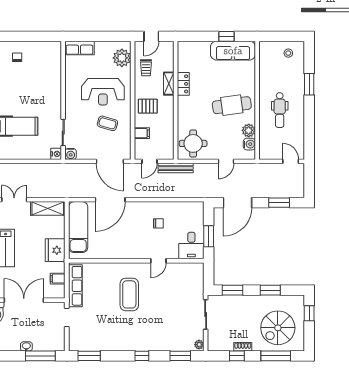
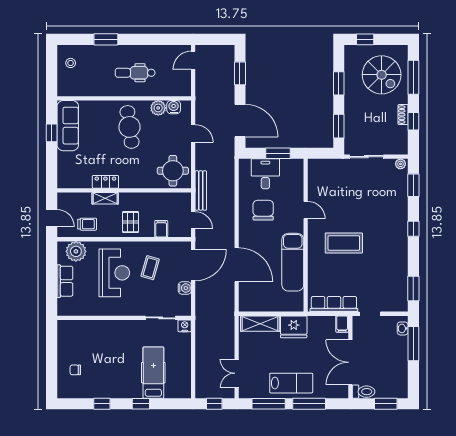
row of seats: (79, 48) -> (65, 281), moved
dental chair: (280, 110) -> (135, 73), turned 180
water cooler: (71, 154) -> (185, 288), moved
shelving: (48, 208) -> (260, 324), moved, turned 90
chair: (158, 223) -> (263, 210), width x1.87, depth x1.87
exam couch: (78, 227) -> (293, 262), moved, turned -90
desk: (191, 246) -> (265, 174), moved, turned -90
filing cabinet: (58, 279) -> (342, 324), moved
washbasin: (26, 346) -> (403, 328), moved

